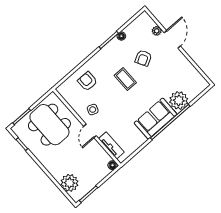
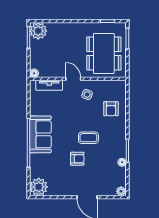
plant: (157, 31) -> (121, 191), moved
armchair: (143, 58) -> (77, 159), moved, turned 119
armchair: (87, 81) -> (111, 109), turned 90
plant: (179, 100) -> (39, 187), moved
dining table: (49, 125) -> (104, 53), turned 90
plant: (70, 183) -> (38, 31), moved

